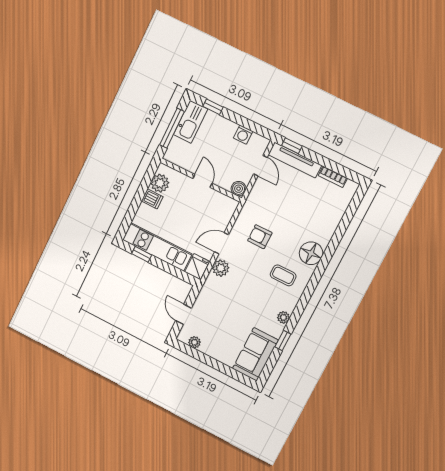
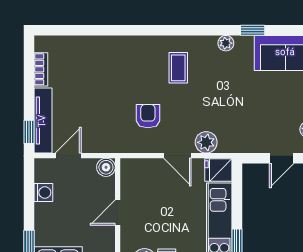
armchair: (260, 237) -> (148, 116), turned 180
floor lamp: (311, 253) -> (137, 50), removed

